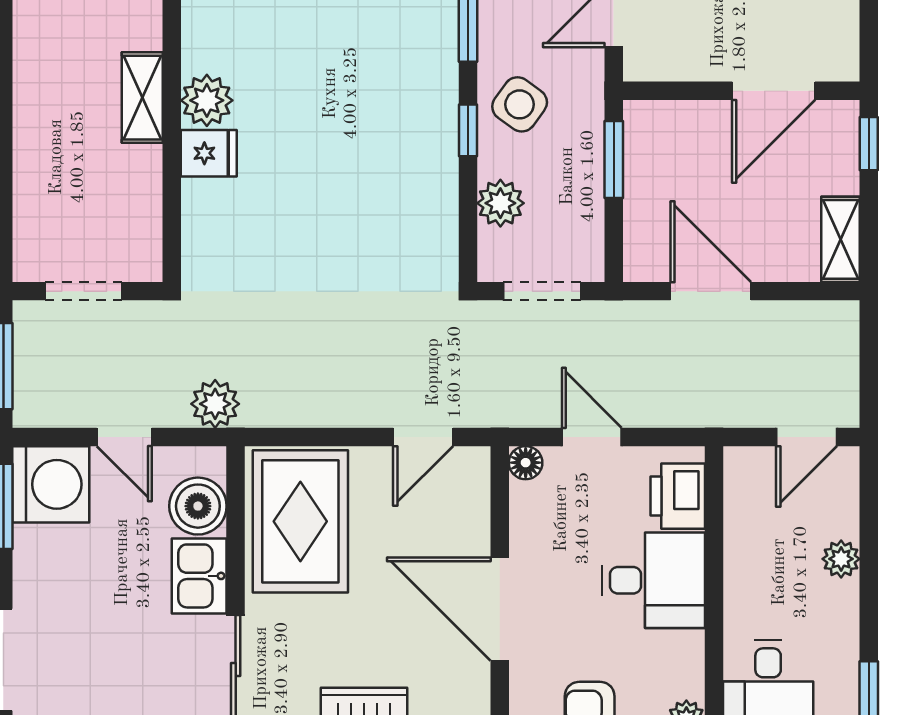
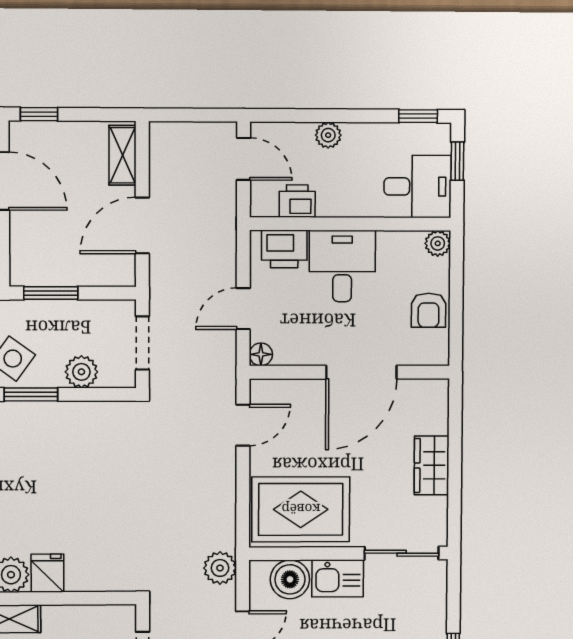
window: (468, 130) -> (31, 394), width x1.50
shelving: (840, 239) -> (122, 155), moved, turned 90
door: (423, 437) -> (243, 425), hinge flipped
printer: (746, 515) -> (297, 201), added

